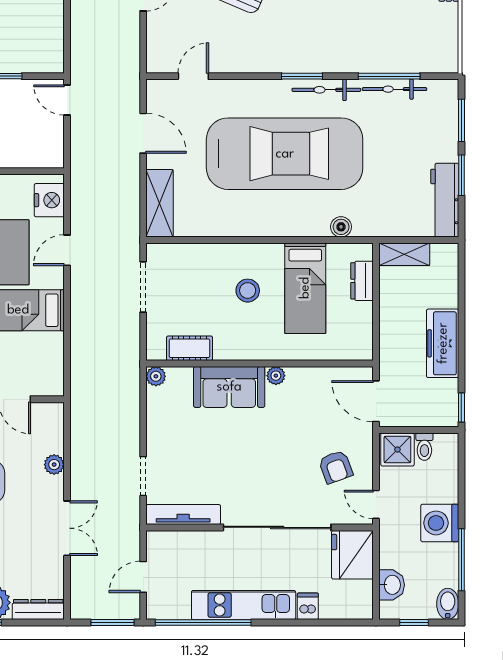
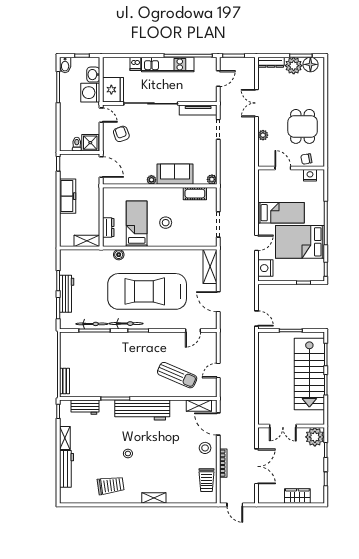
workbench: (445, 200) -> (67, 294), moved
washing machine: (440, 523) -> (90, 93), moved, turned 180

